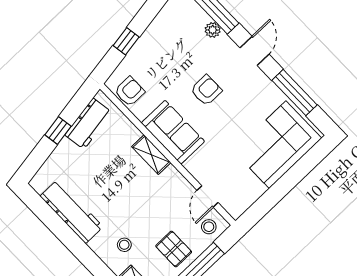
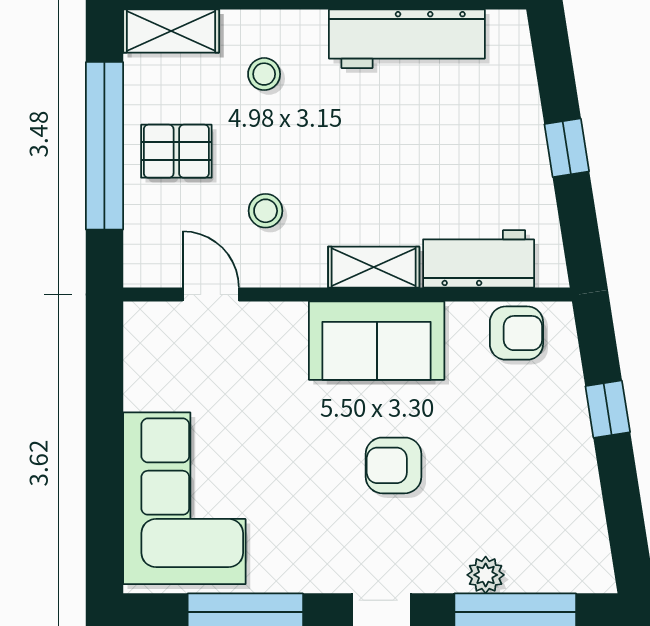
armchair: (206, 90) -> (393, 465), turned 90
armchair: (129, 91) -> (516, 333), turned -90
workbench: (88, 124) -> (479, 259), moved, turned 99
stool: (209, 227) -> (266, 211), moved

